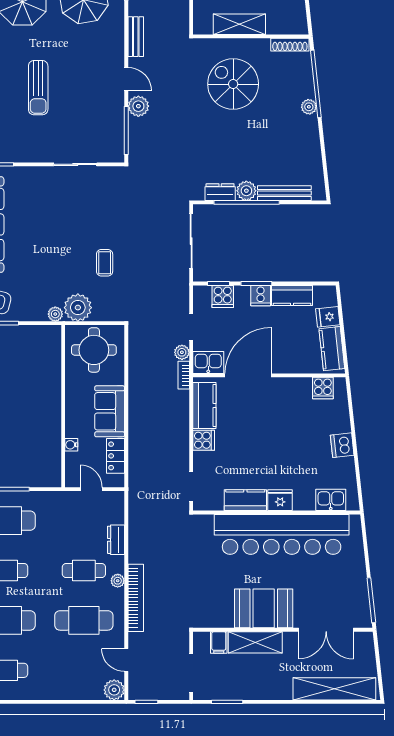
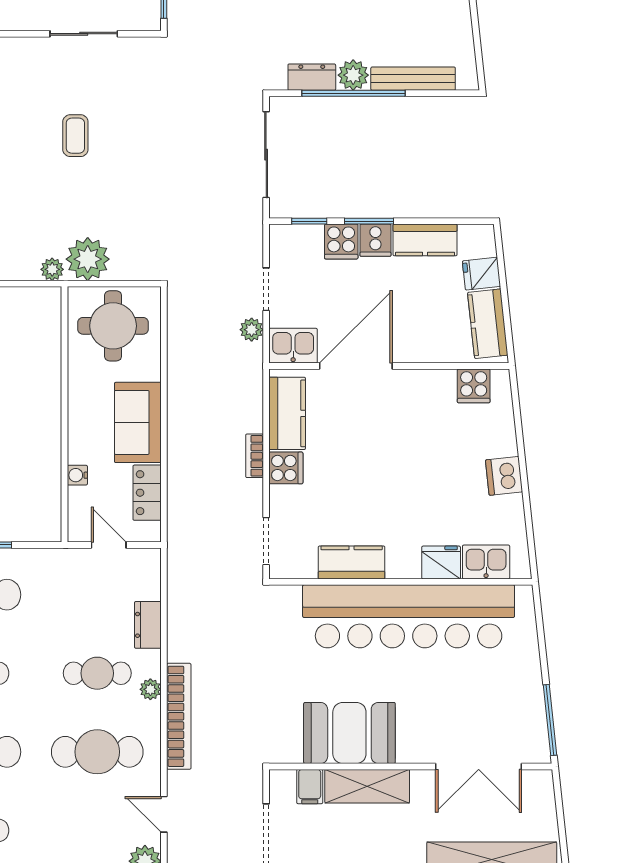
coffee table: (105, 263) -> (75, 136), moved
cooker: (223, 296) -> (341, 242), moved
bookcase: (184, 375) -> (255, 456), moved
fridge: (280, 500) -> (441, 562), moved
booth: (264, 608) -> (349, 733), moved

